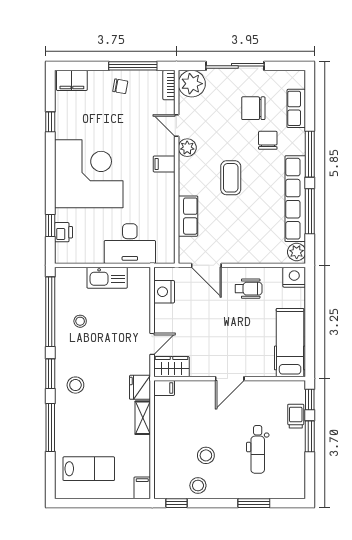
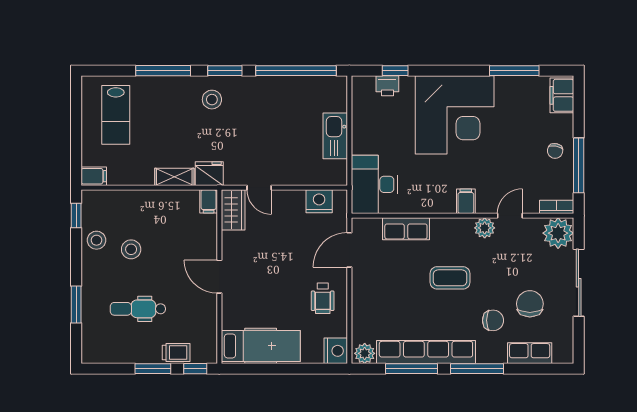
window: (50, 122) -> (514, 71), width x2.17
desk: (130, 244) -> (374, 184), moved
stool: (80, 321) -> (285, 105), removed

